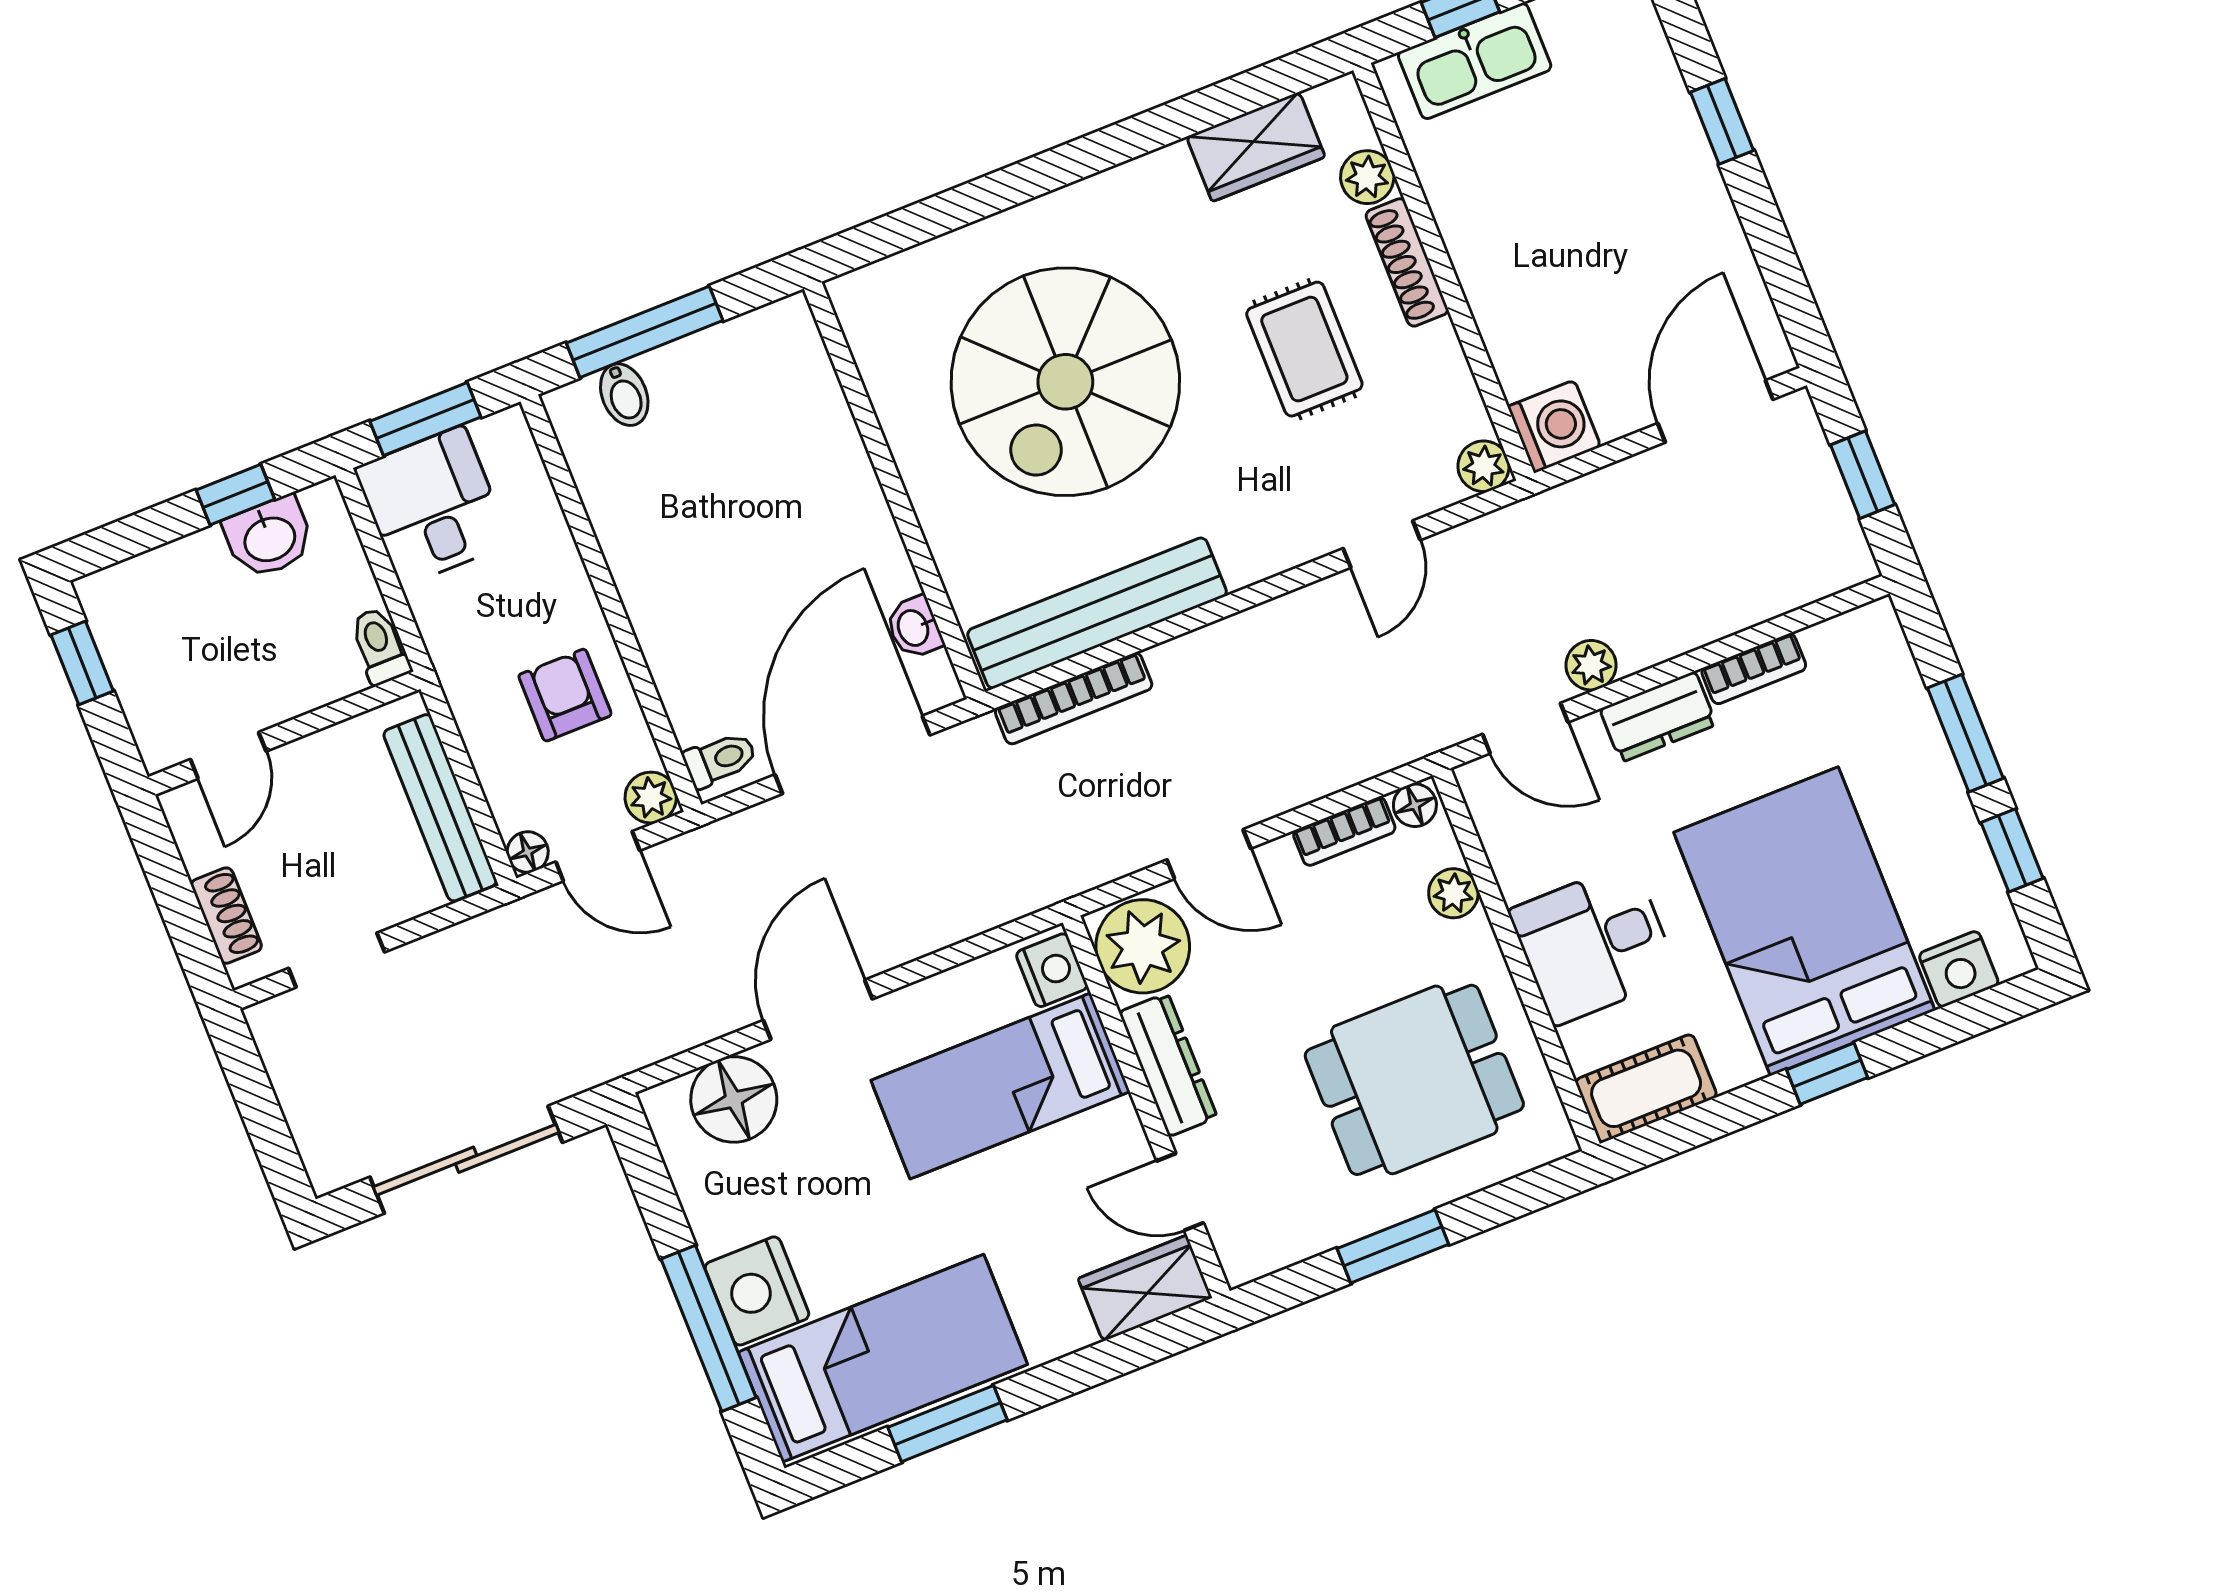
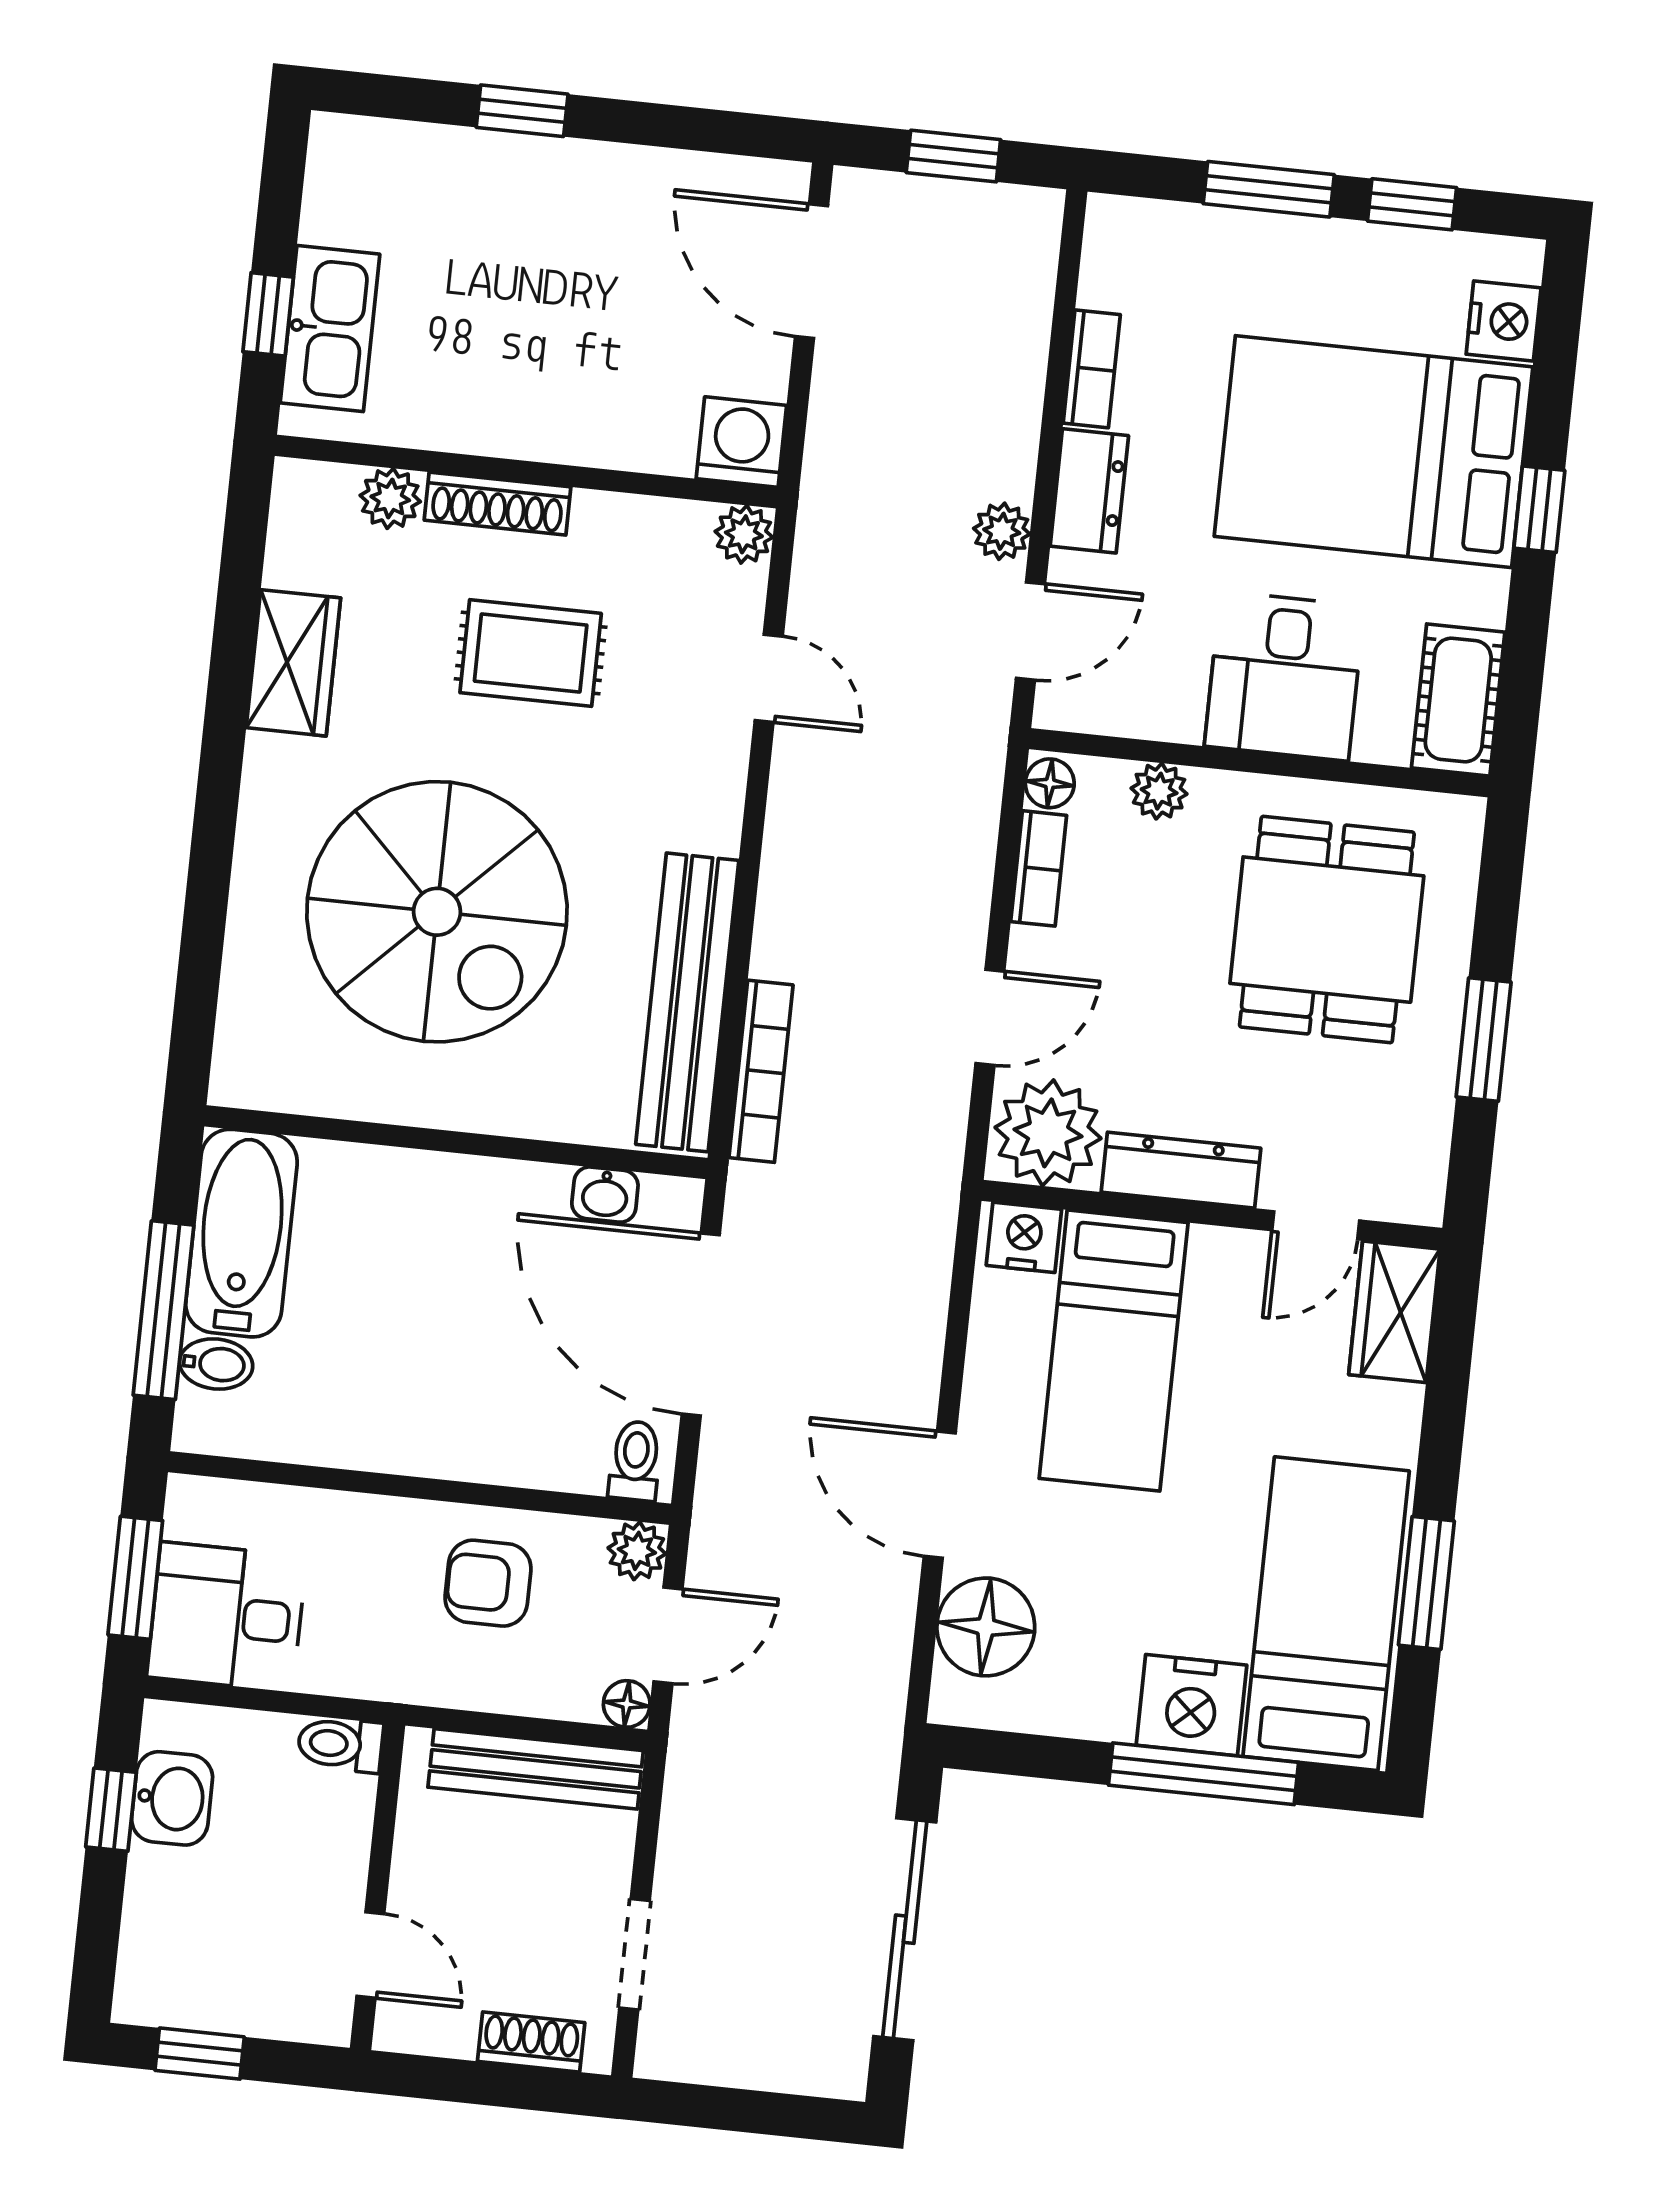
wardrobe: (1256, 147) -> (293, 663), moved
bathtub: (736, 361) -> (241, 1233), added

